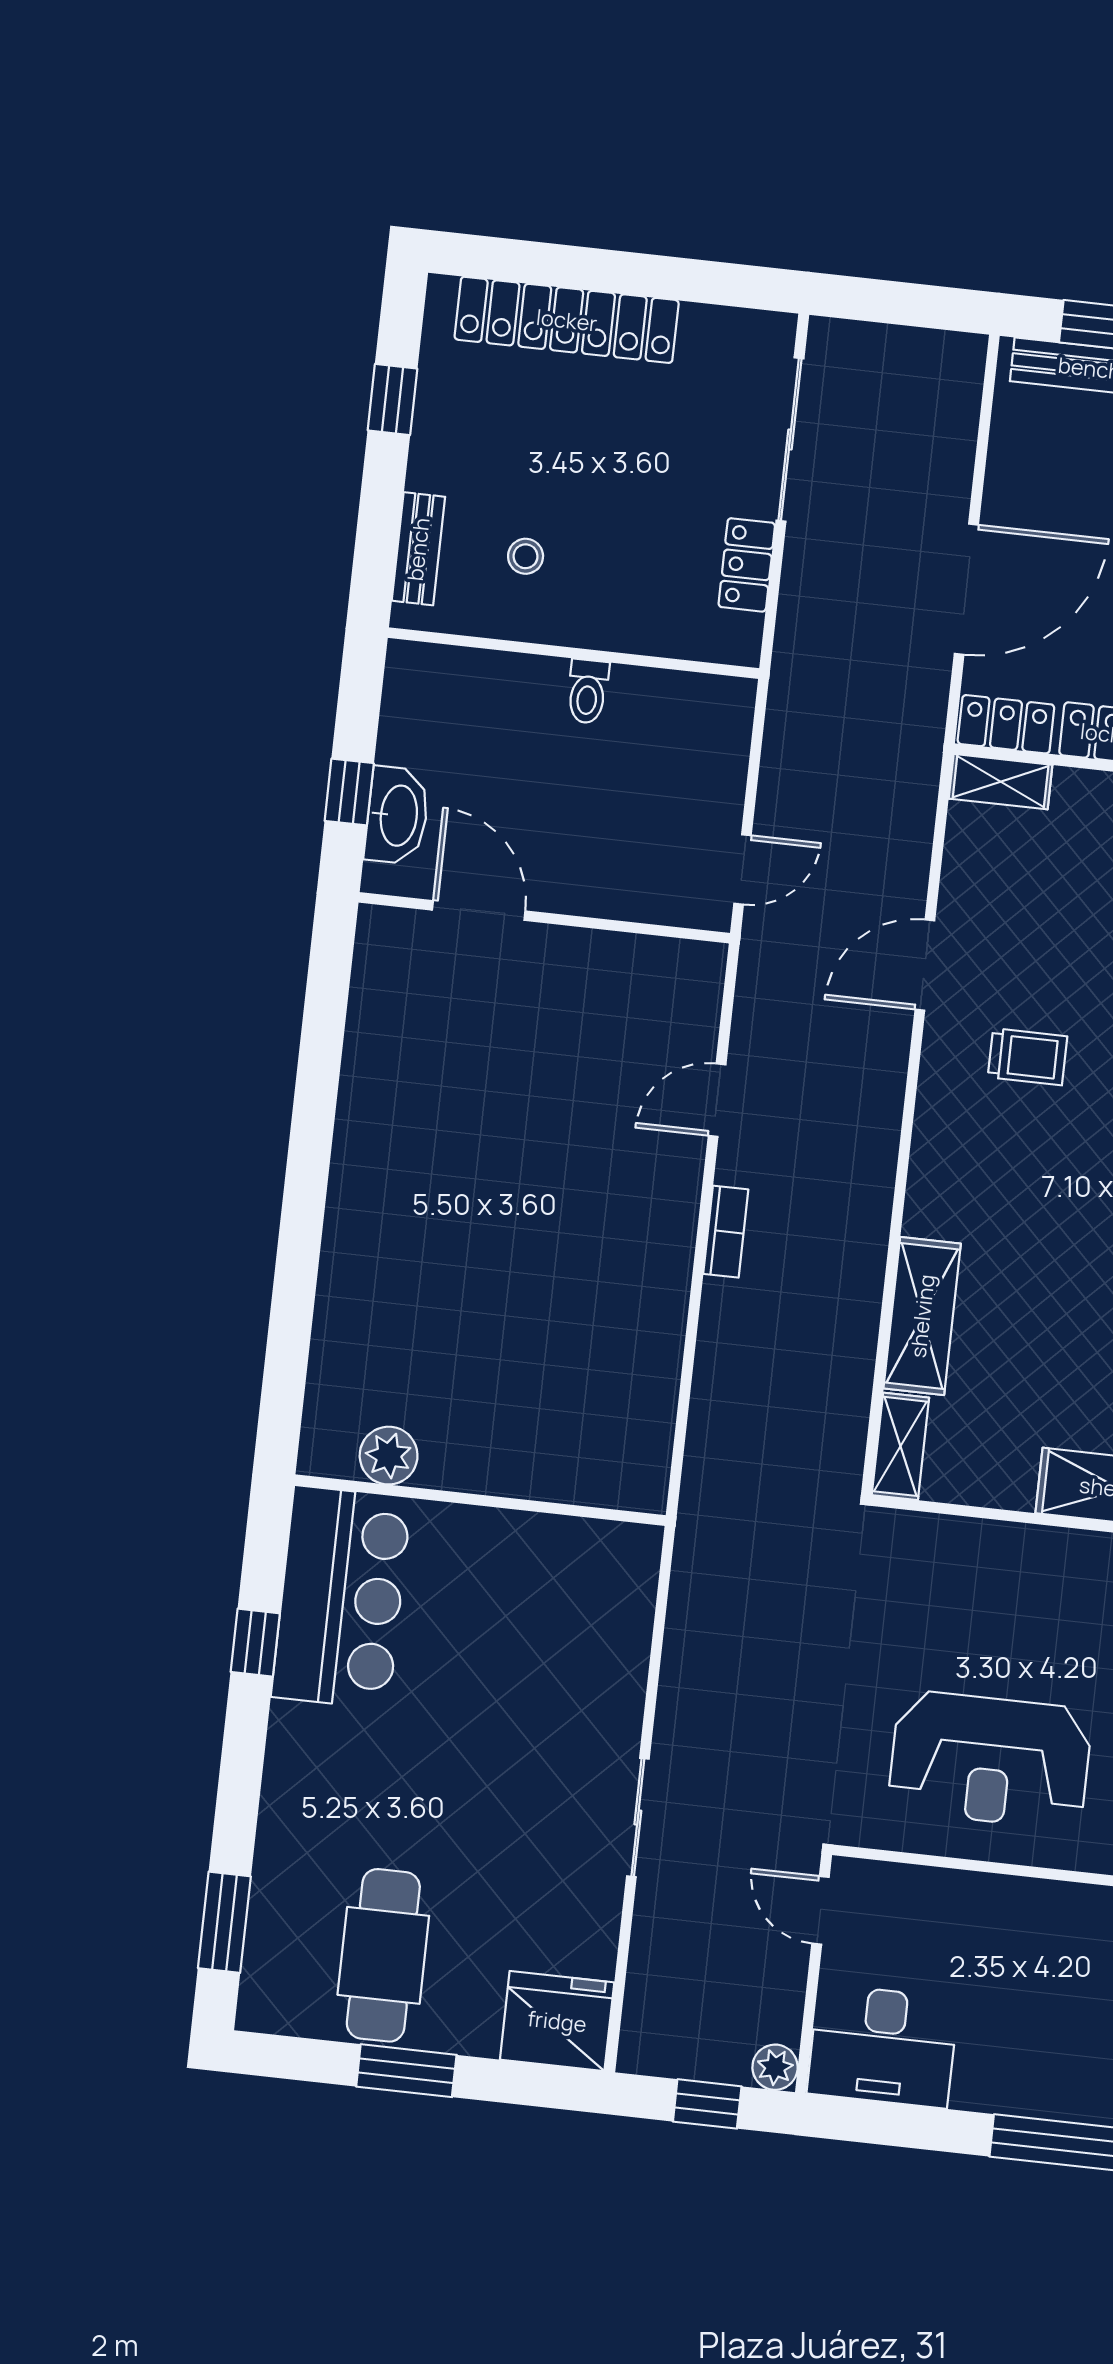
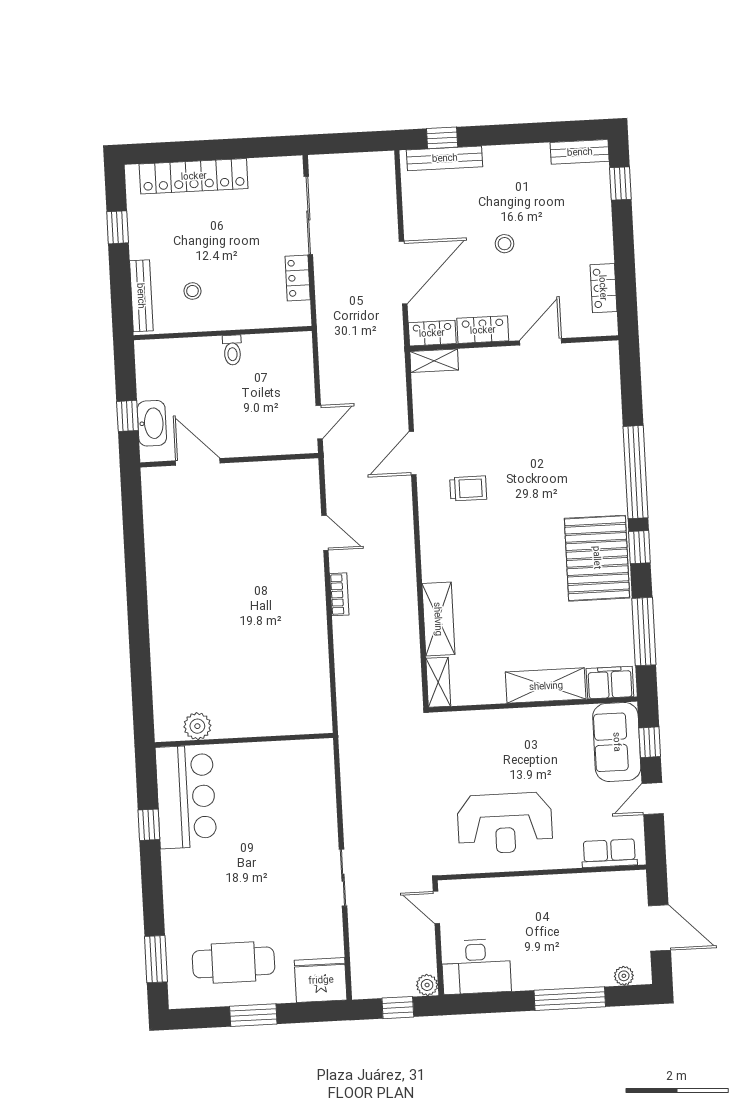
bench: (418, 549) -> (141, 296), width x1.36
door: (717, 1100) -> (325, 533), swing flipped
cafe table: (383, 1955) -> (234, 962), turned 90

